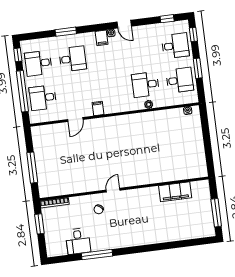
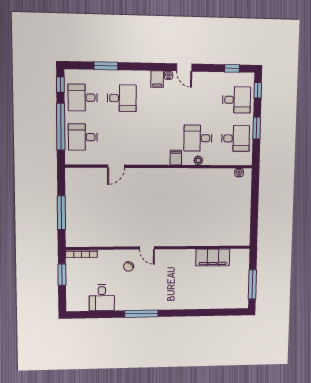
window: (66, 32) -> (106, 66), moved
filing cabinet: (98, 108) -> (176, 157), moved
door: (113, 190) -> (147, 248), swing flipped
window: (97, 255) -> (141, 314), moved

